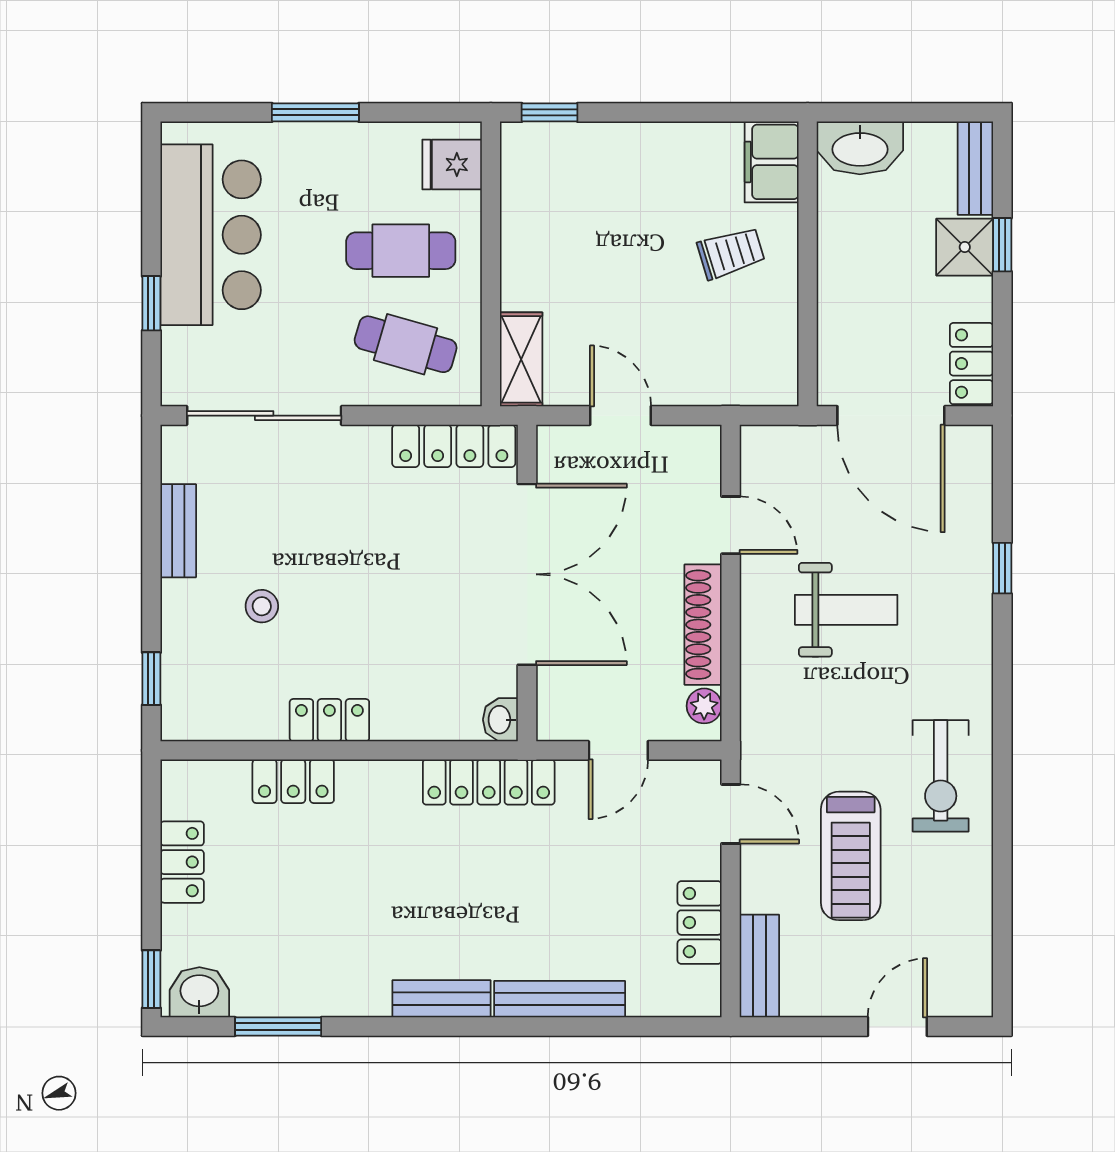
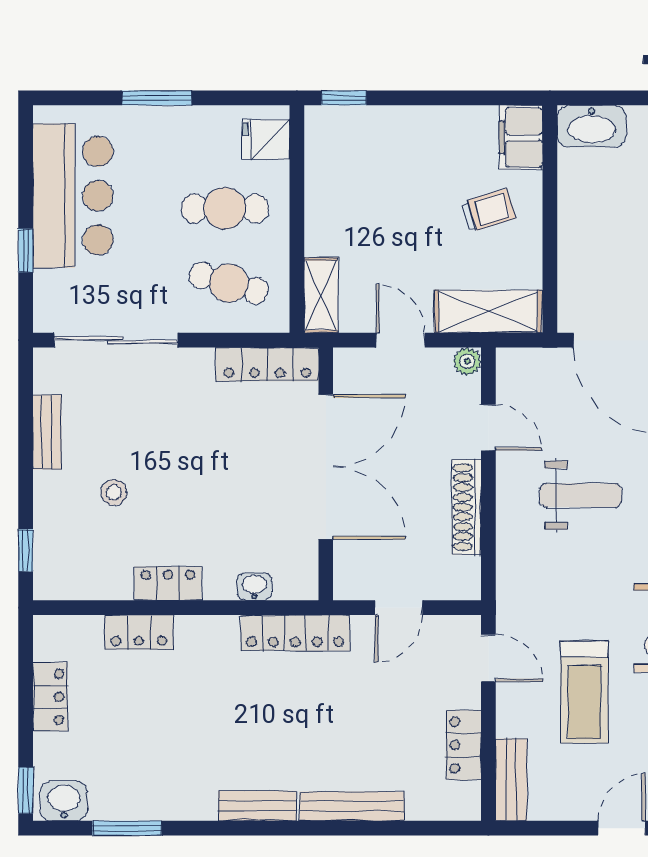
shelving: (730, 380) -> (488, 311), added
plant: (704, 706) -> (467, 361), moved
washbasin: (500, 720) -> (254, 586), moved, turned 90

